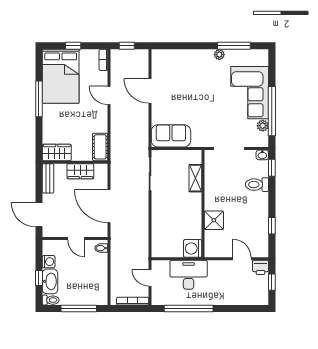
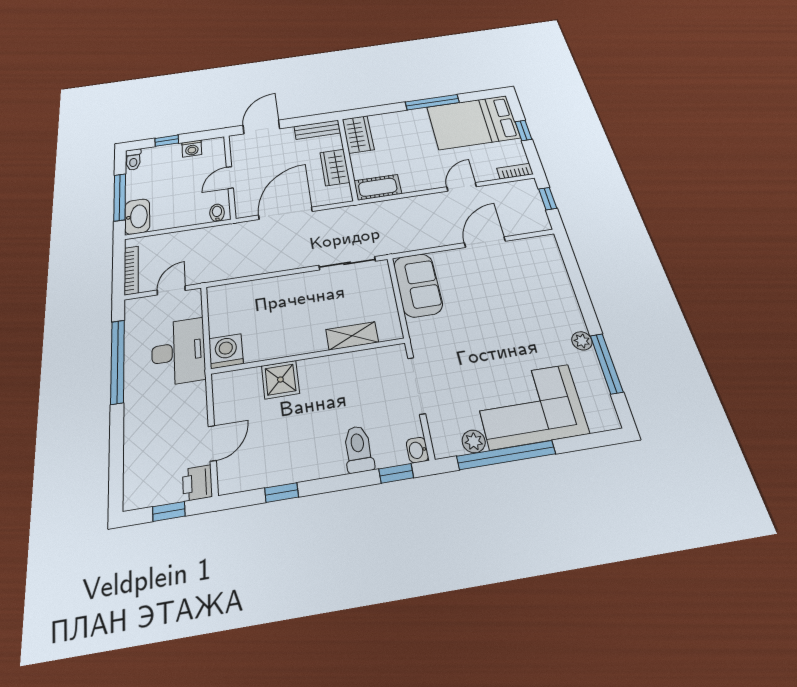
washbasin: (50, 281) -> (137, 217), moved, turned -90

